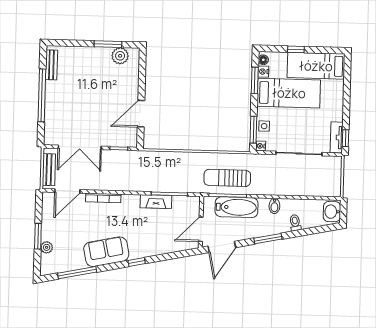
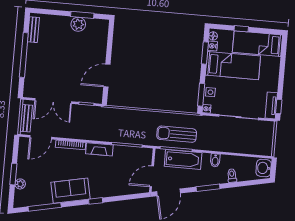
plant: (120, 56) -> (78, 24), moved
fireplace: (156, 202) -> (99, 149), moved

